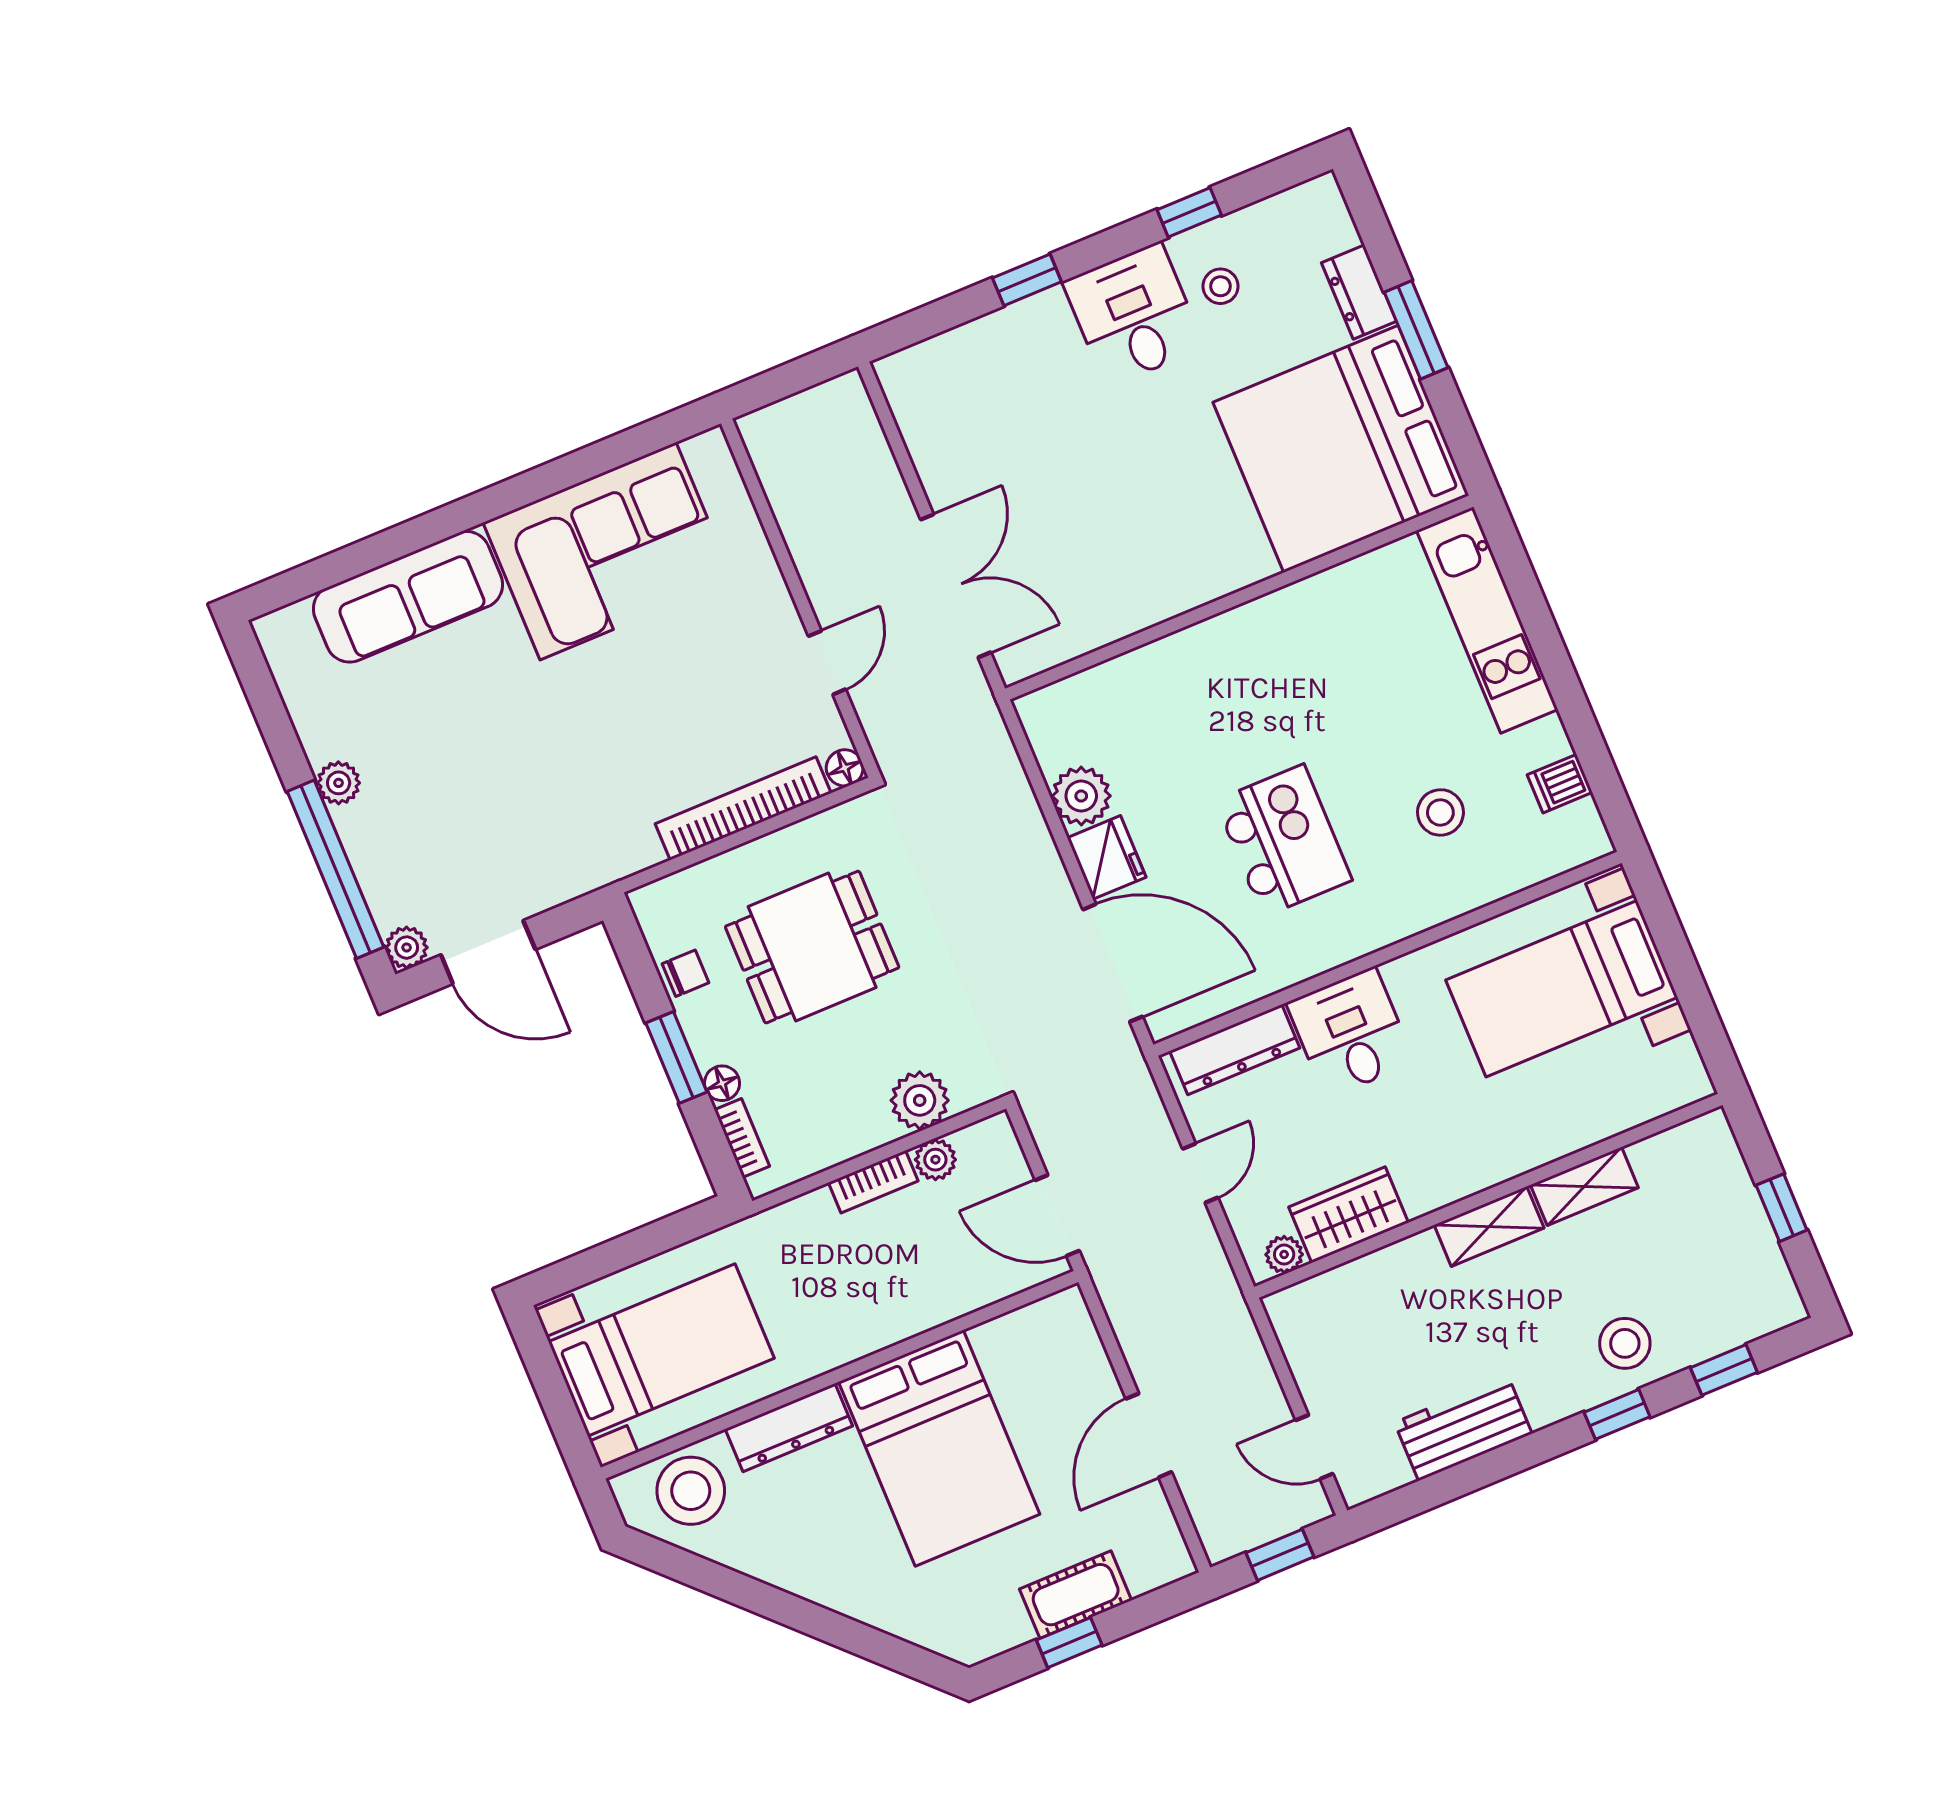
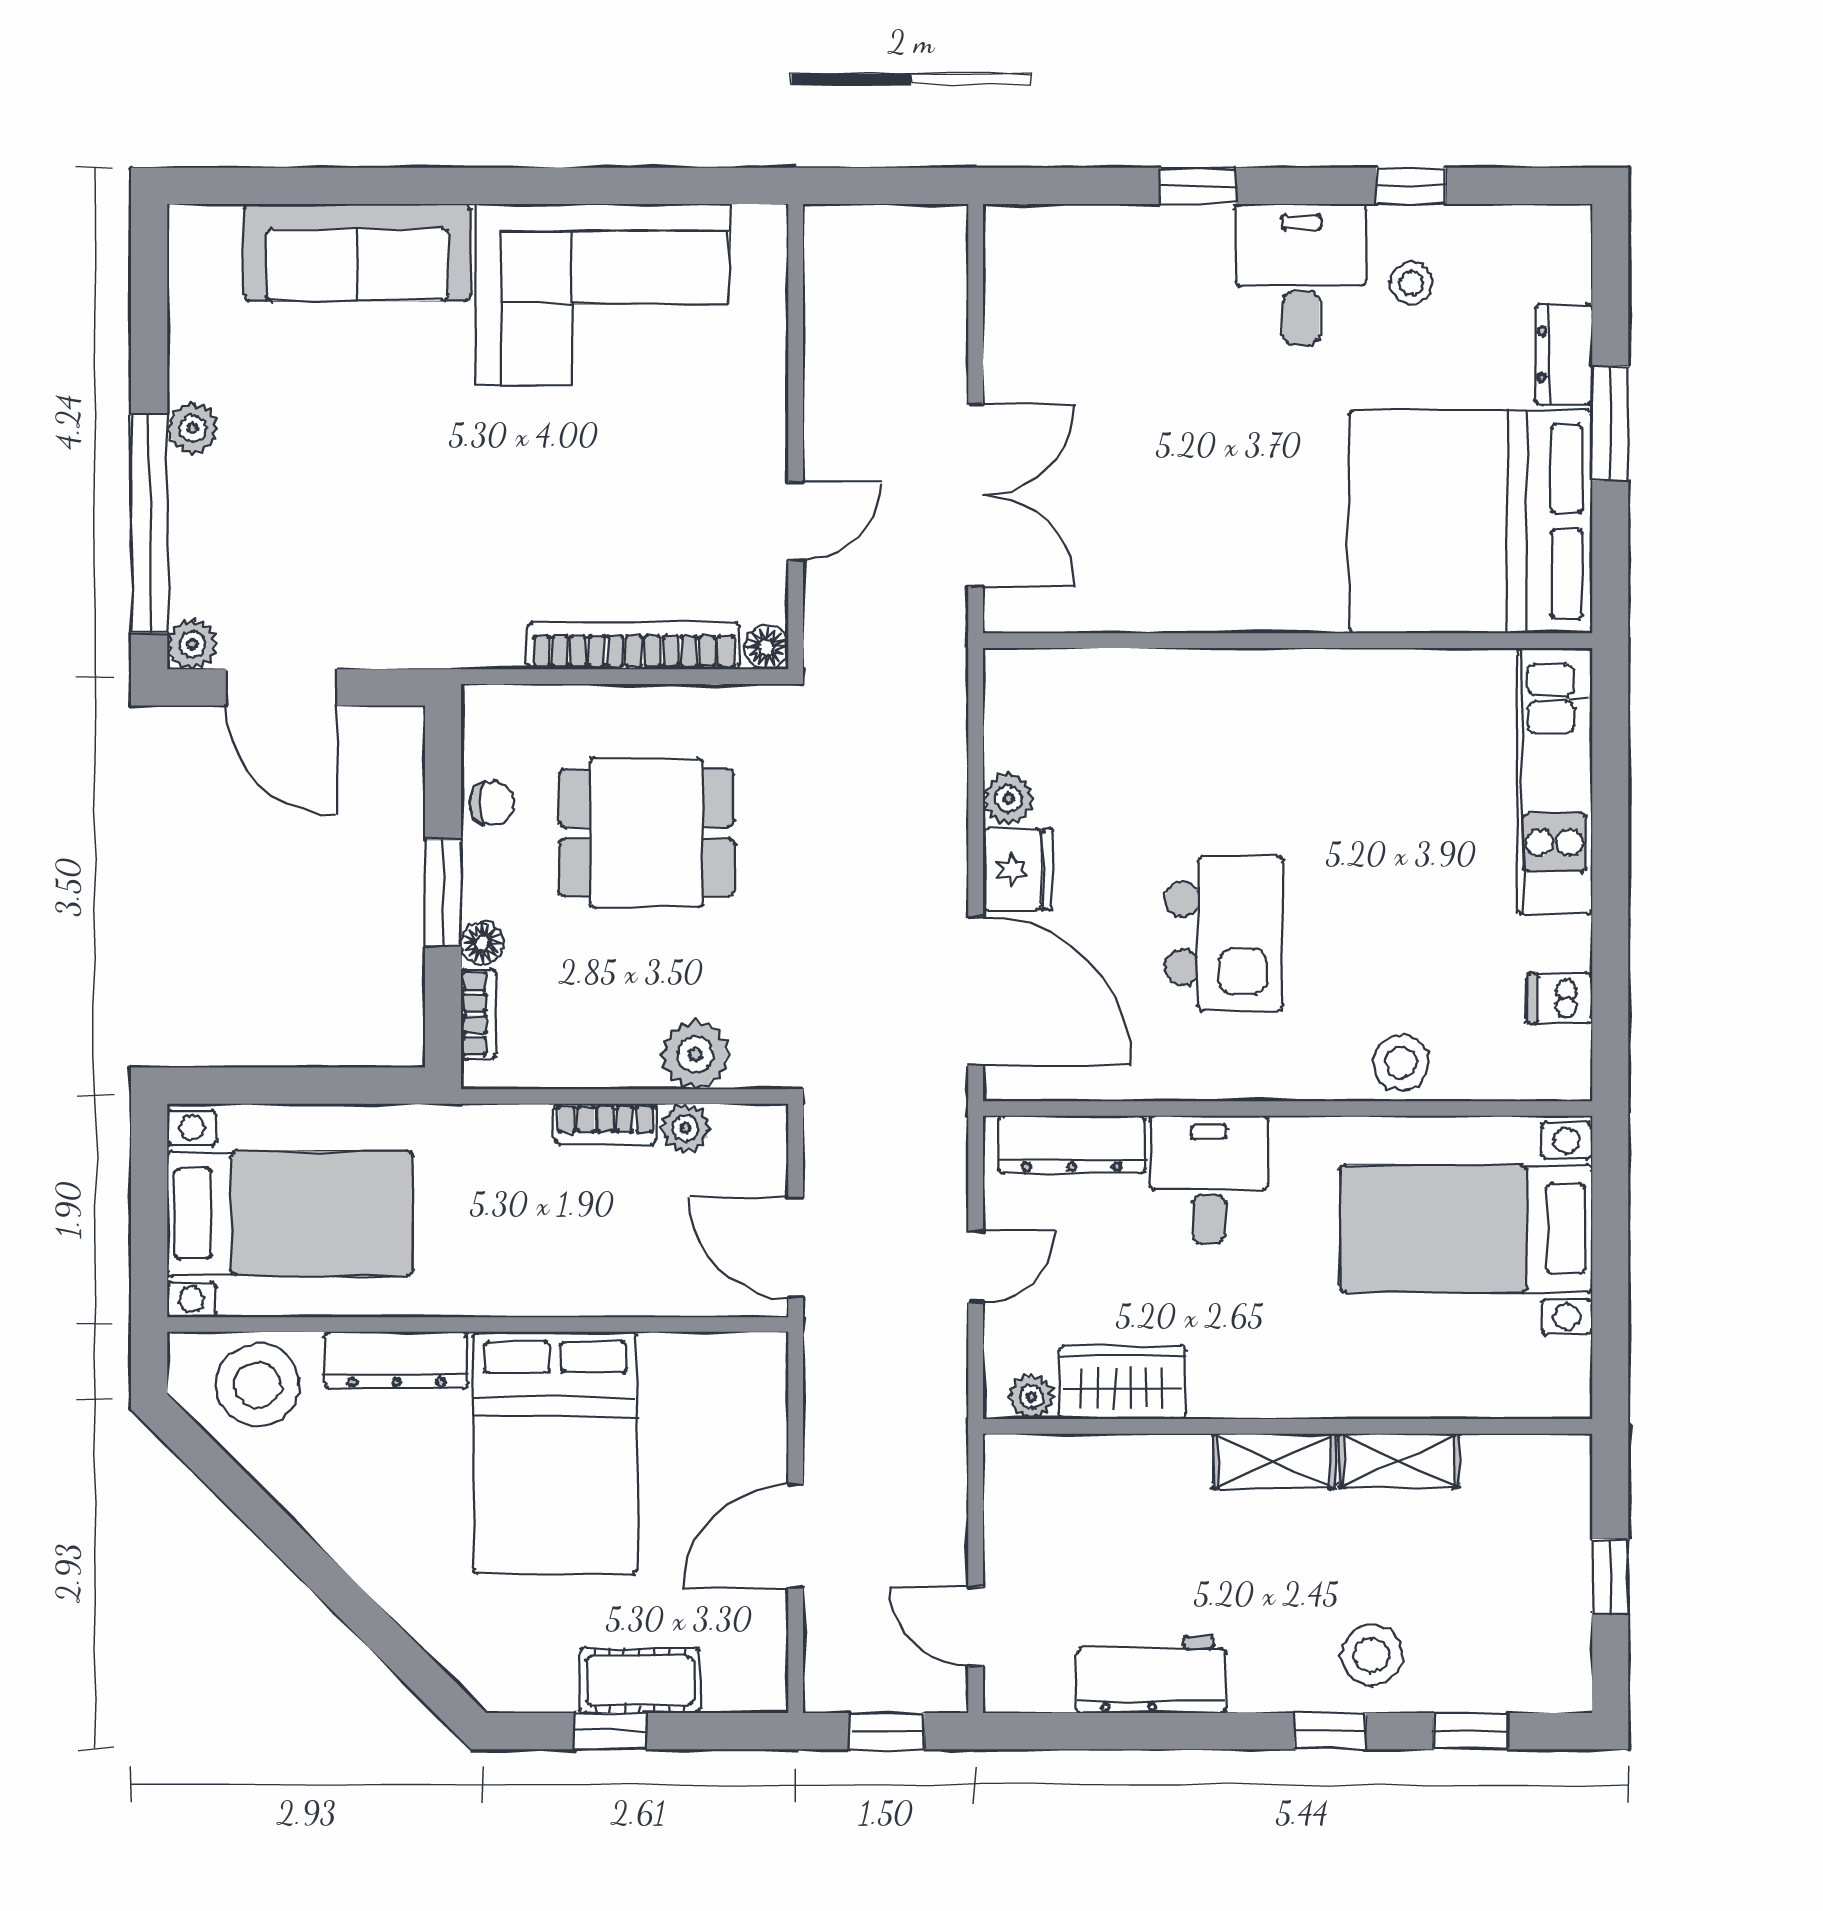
plant: (1081, 796) -> (1008, 799), width x0.73, depth x0.73
stool: (1440, 812) -> (1401, 1063), moved

